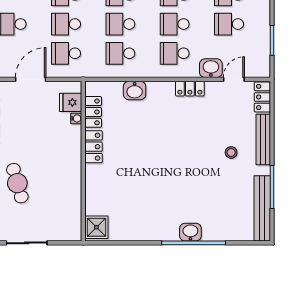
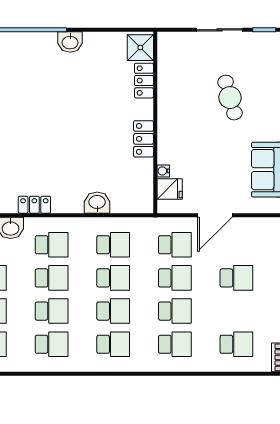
locker: (93, 112) -> (144, 81), moved
washbasin: (190, 232) -> (70, 42), moved

